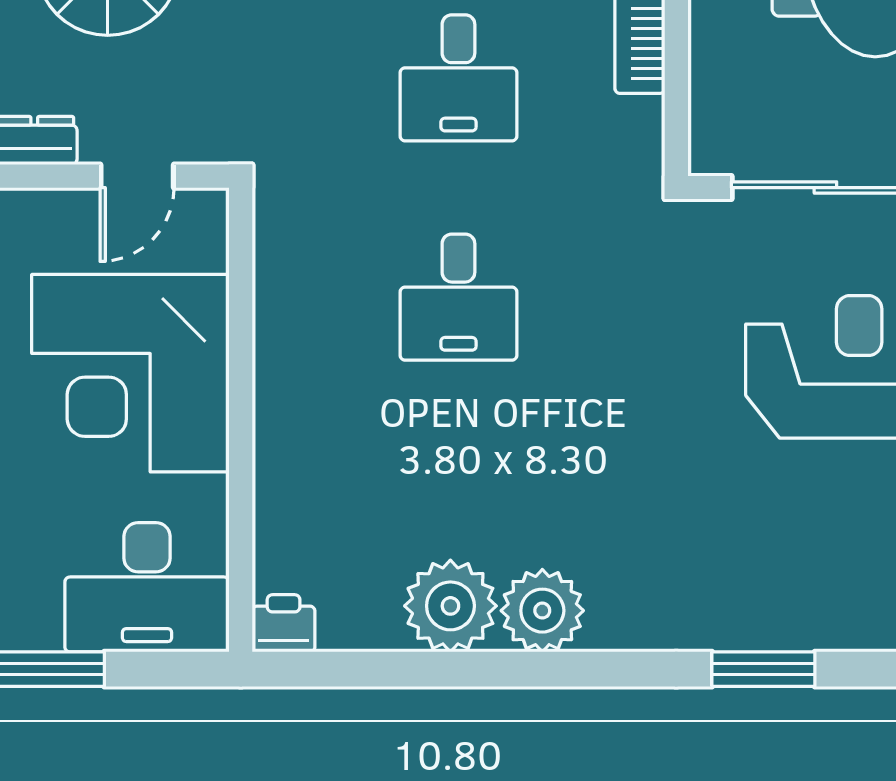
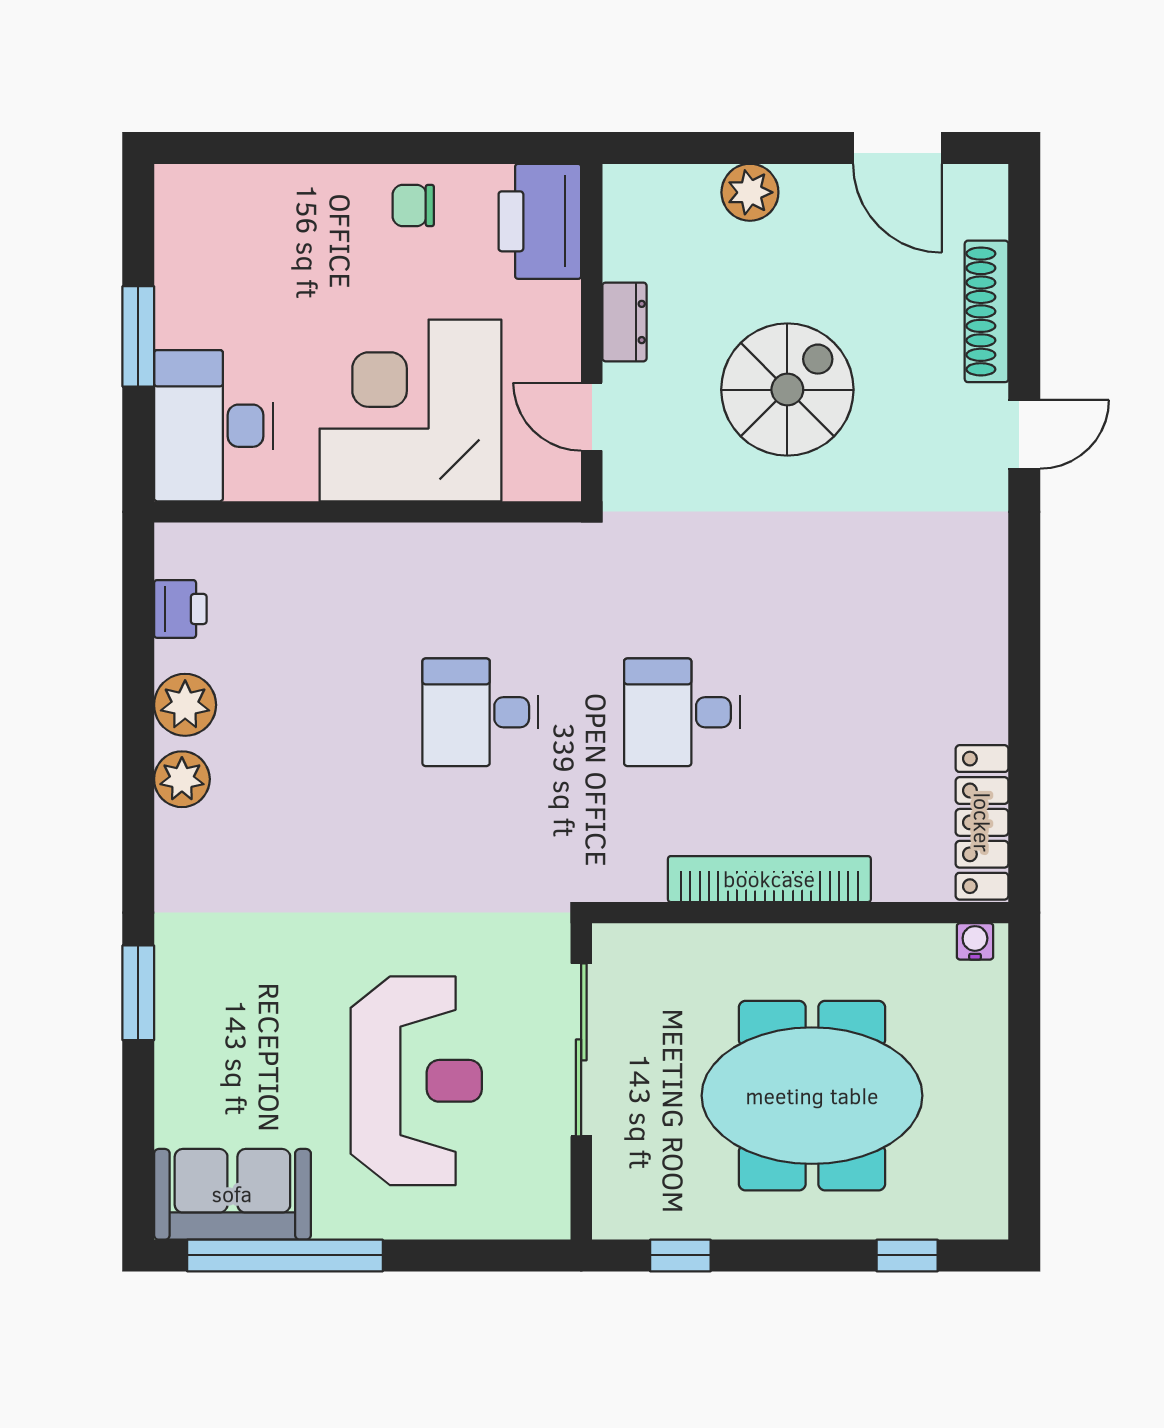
plant: (450, 606) -> (185, 705), width x0.73, depth x0.73
plant: (542, 611) -> (182, 779), width x0.73, depth x0.73
printer: (284, 623) -> (180, 609), moved

